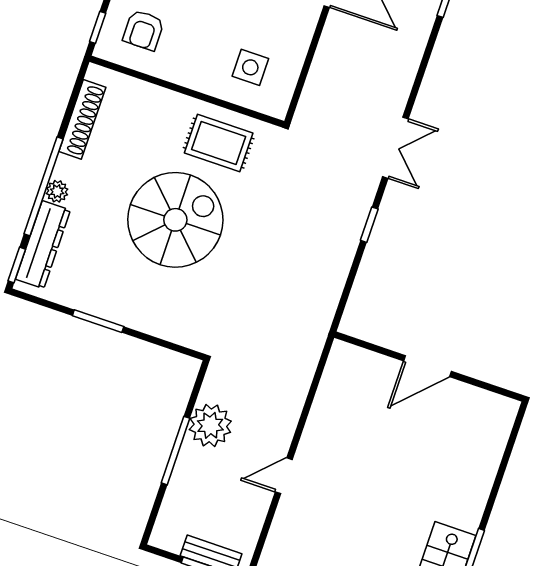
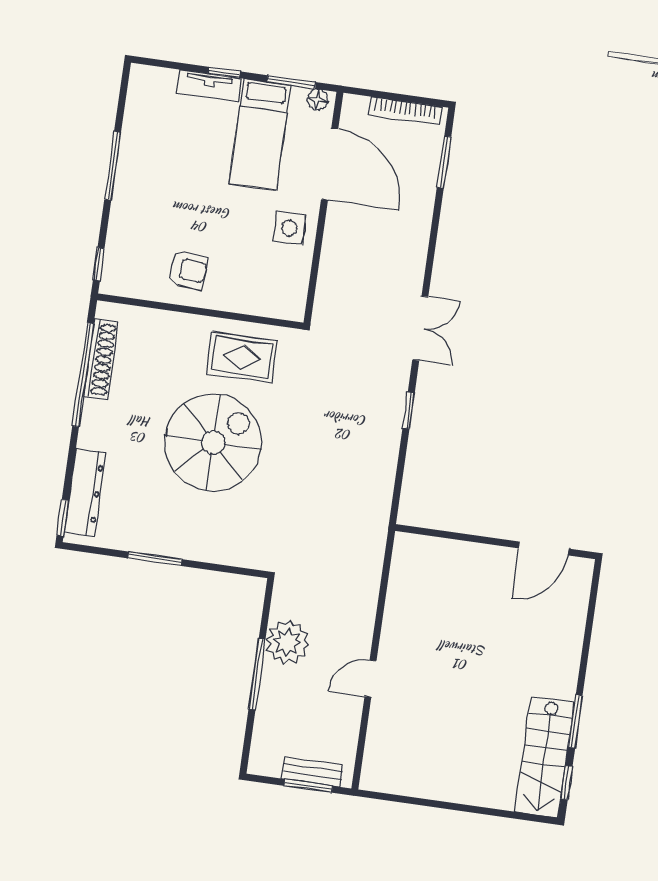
armchair: (144, 30) -> (188, 270), moved, turned -85
side table: (250, 67) -> (289, 228), moved
window: (44, 186) -> (83, 375), moved
plant: (57, 191) -> (89, 436), removed
door: (427, 366) -> (544, 548), moved

